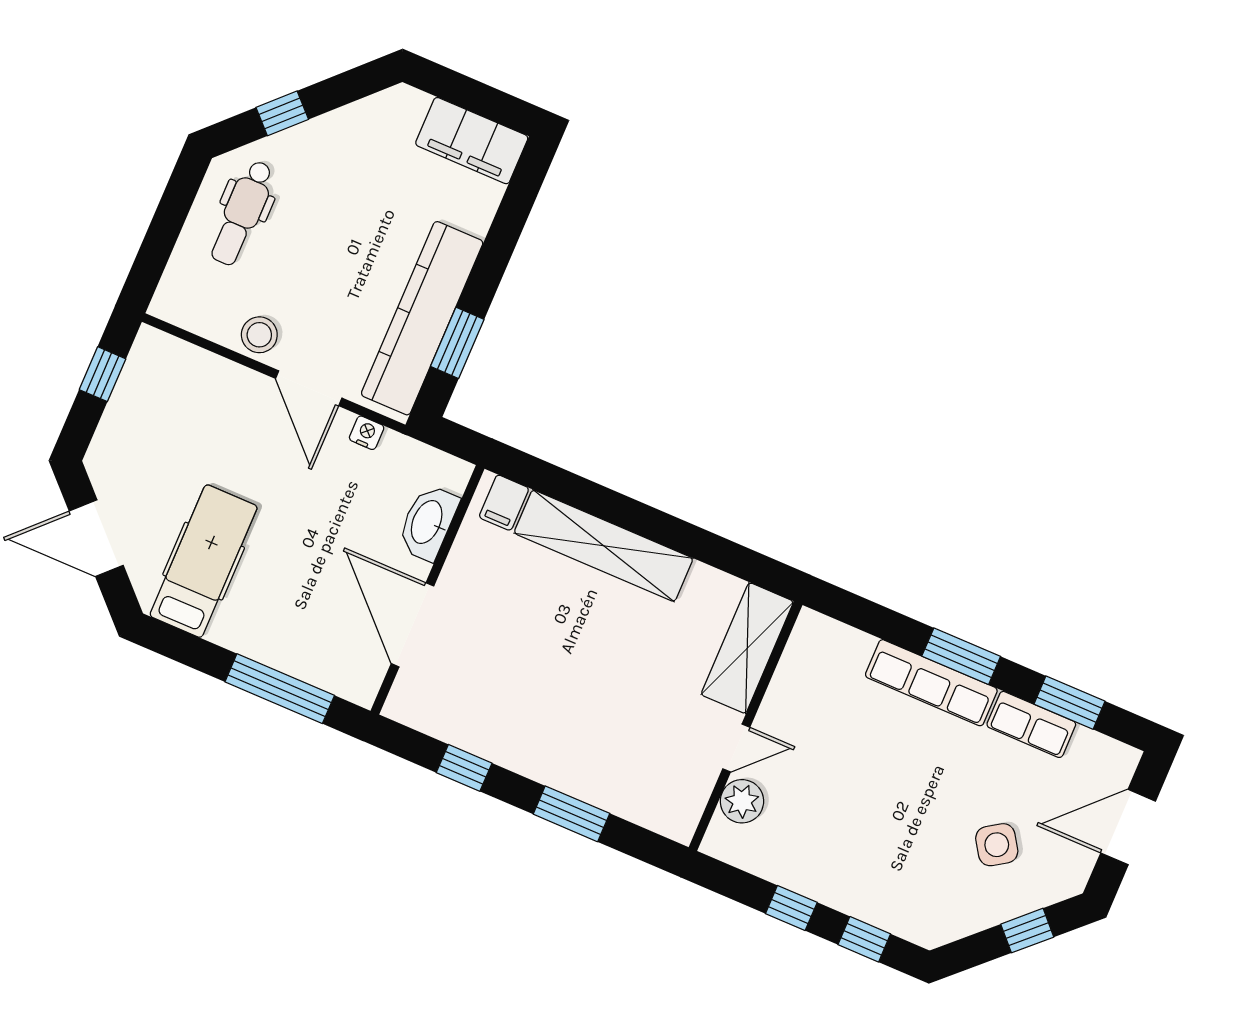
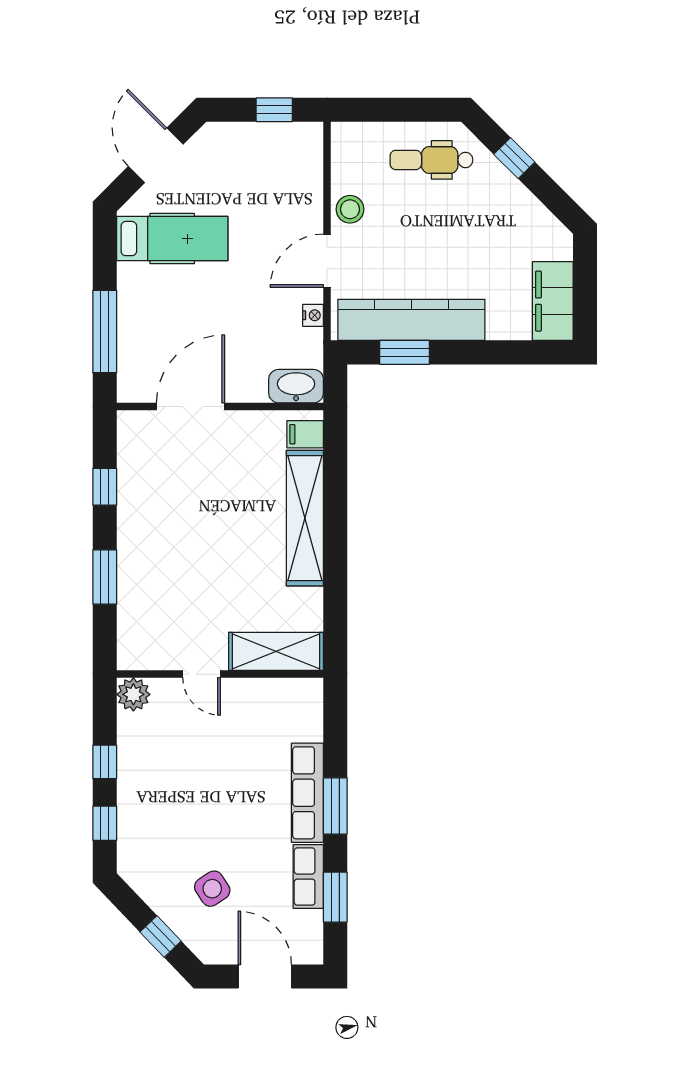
washbasin: (428, 523) -> (296, 386), moved
plant: (742, 801) -> (133, 694), moved

